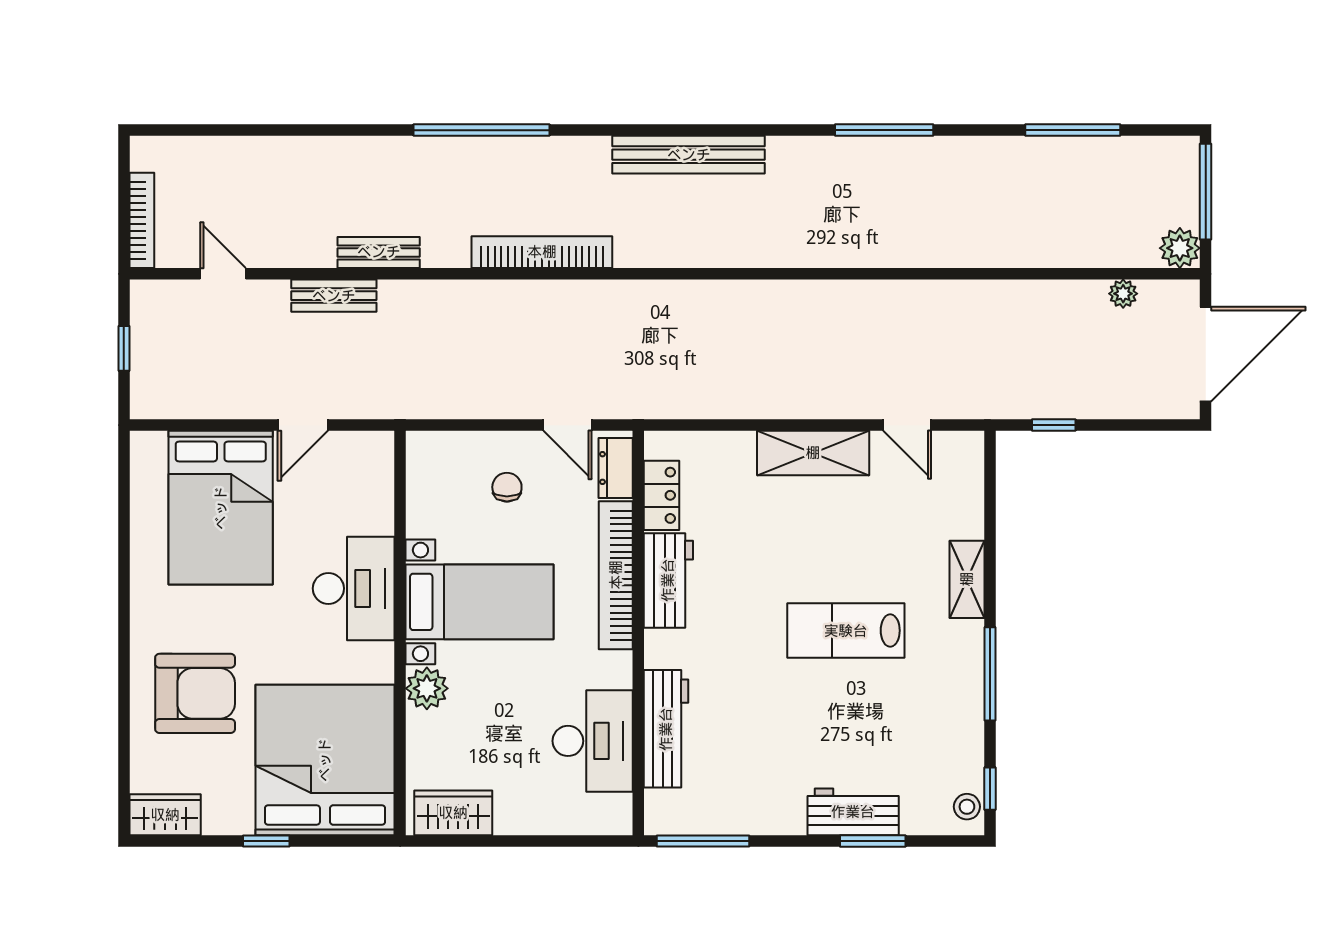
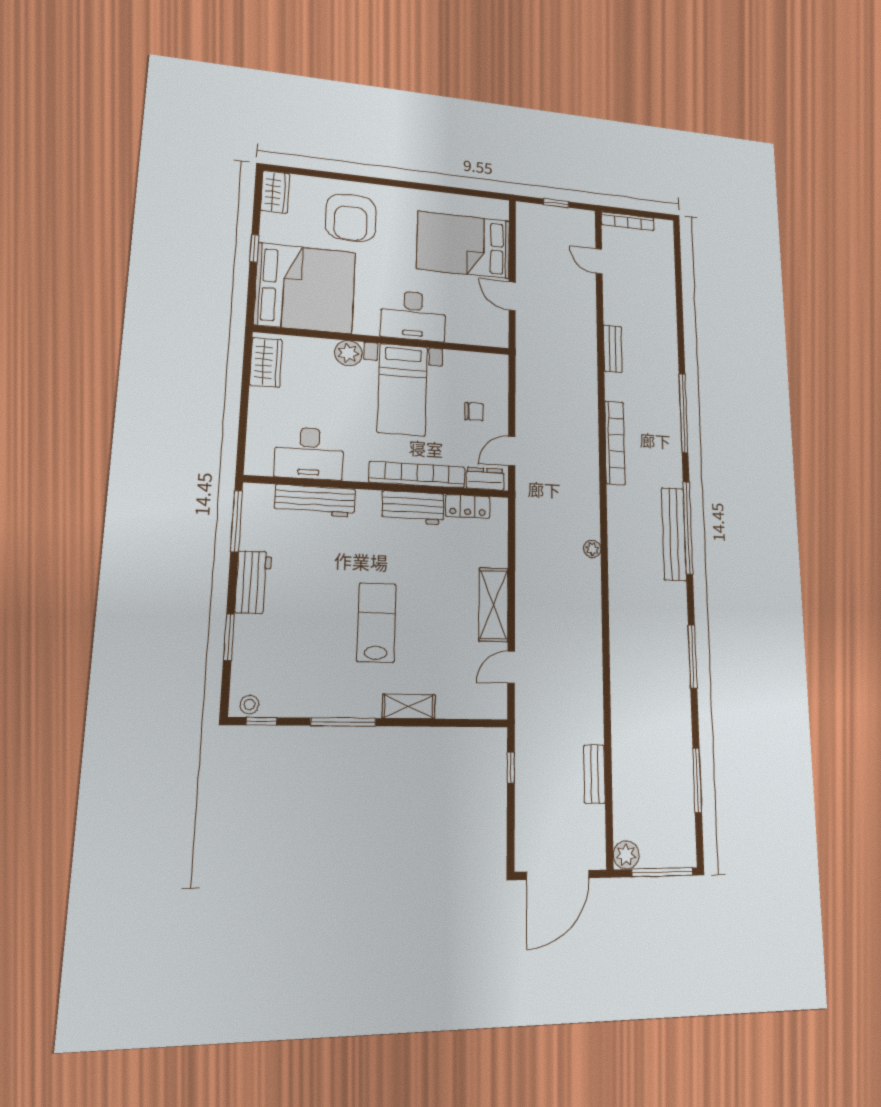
window: (677, 130) -> (688, 528), added
door: (223, 274) -> (599, 261), swing flipped
plant: (1123, 294) -> (592, 549), moved
bench: (334, 296) -> (594, 774), moved
door: (1206, 354) -> (558, 875), hinge flipped
workbench: (853, 812) -> (253, 582), moved

